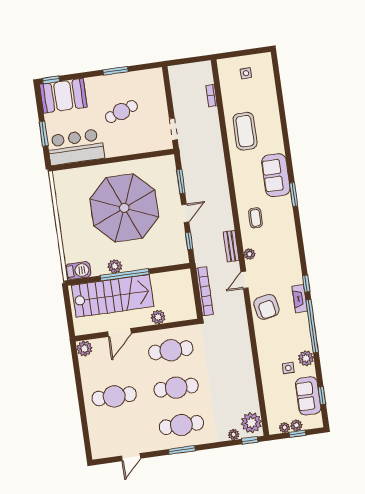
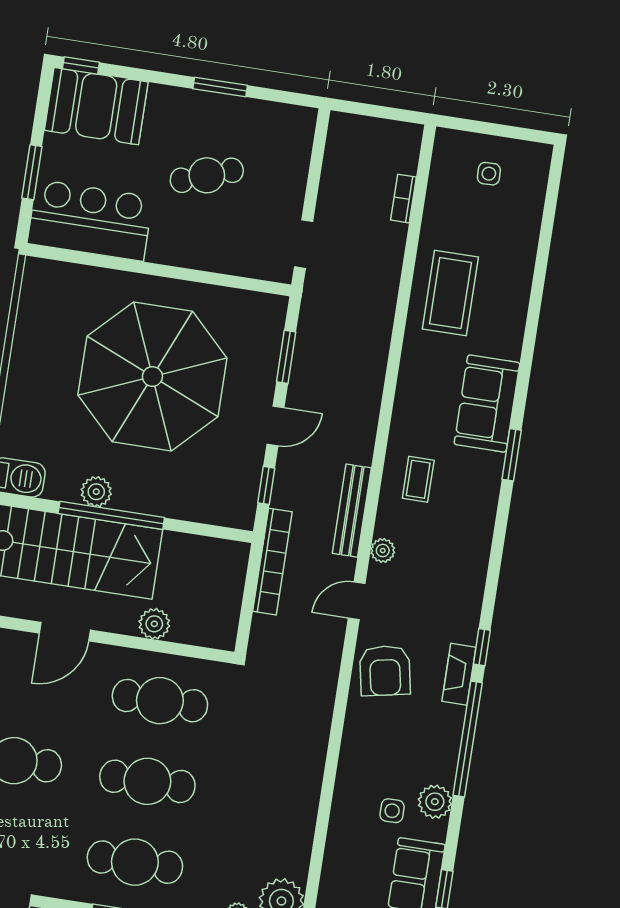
bench: (231, 246) -> (352, 511), width x1.36
bookcase: (205, 291) -> (272, 562), moved

